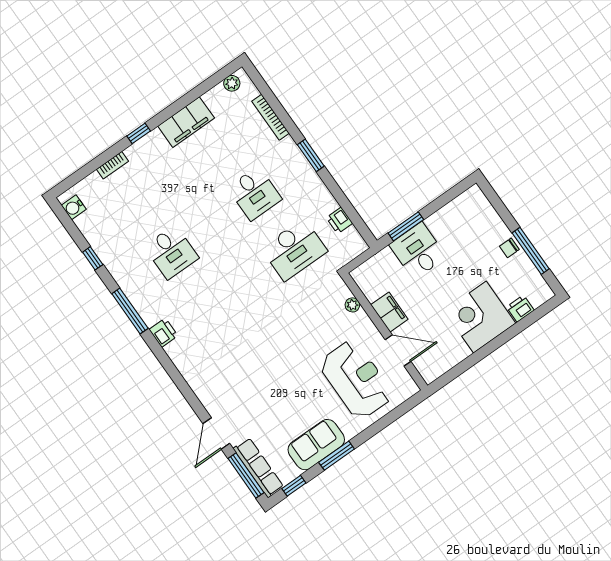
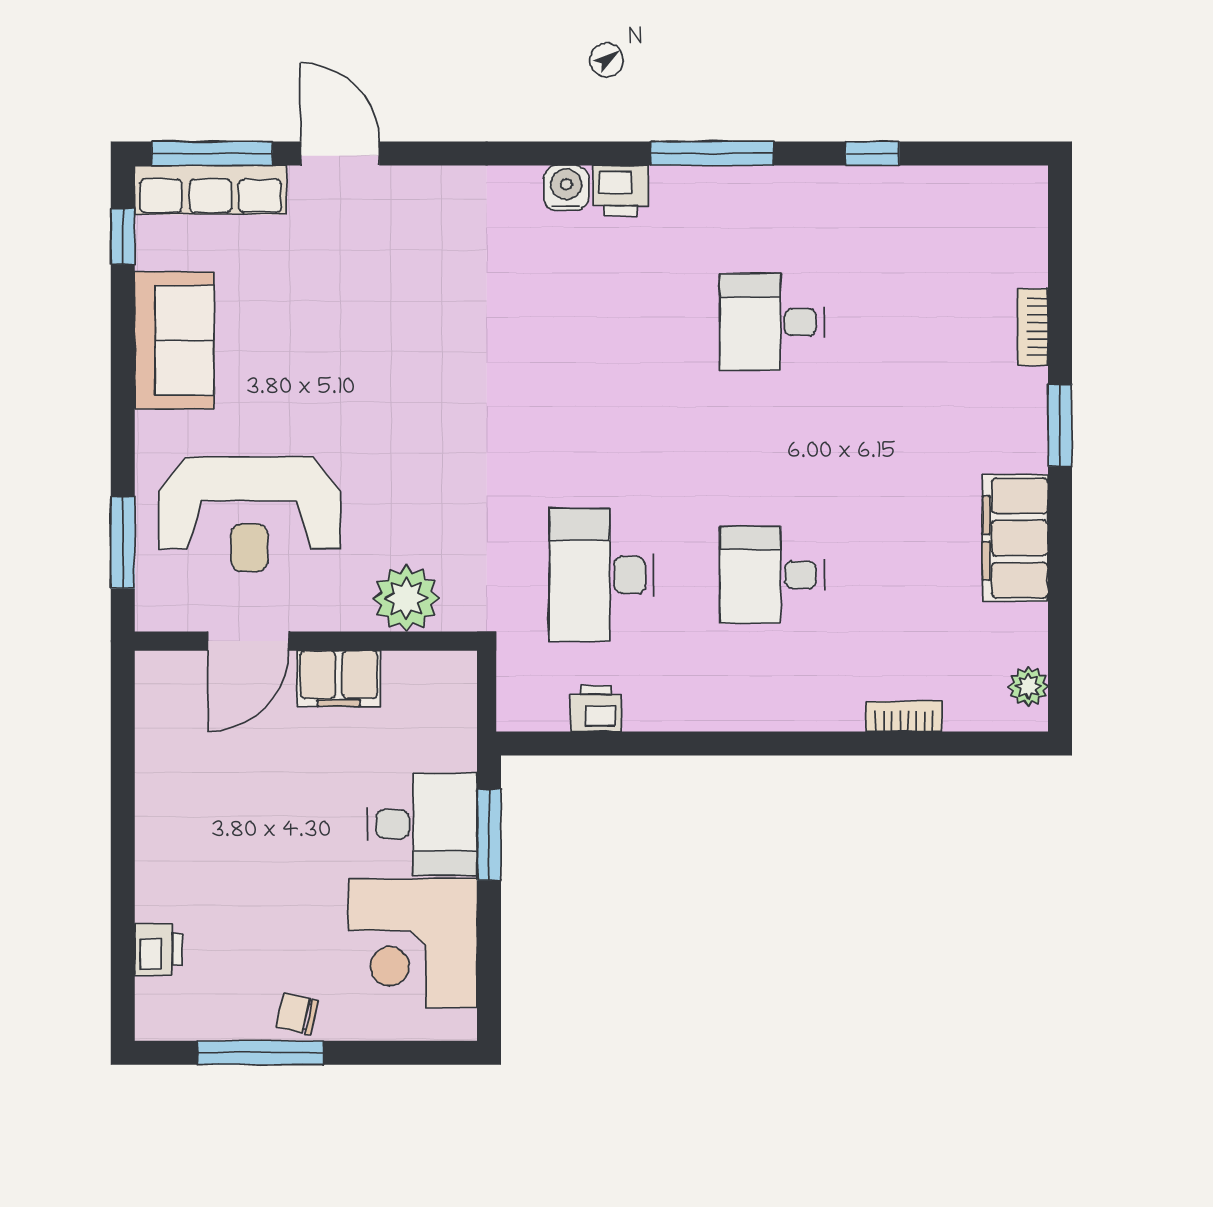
bookcase: (271, 117) -> (904, 716), width x0.64
window: (139, 133) -> (1060, 425), width x1.50
window: (311, 155) -> (769, 743), removed
water cooler: (74, 207) -> (566, 188), moved
chair: (509, 248) -> (297, 1014), turned -77
plant: (352, 305) -> (406, 598), width x1.87, depth x1.87
corner desk: (480, 317) -> (413, 943), moved, turned 180
window: (337, 456) -> (123, 543), moved

